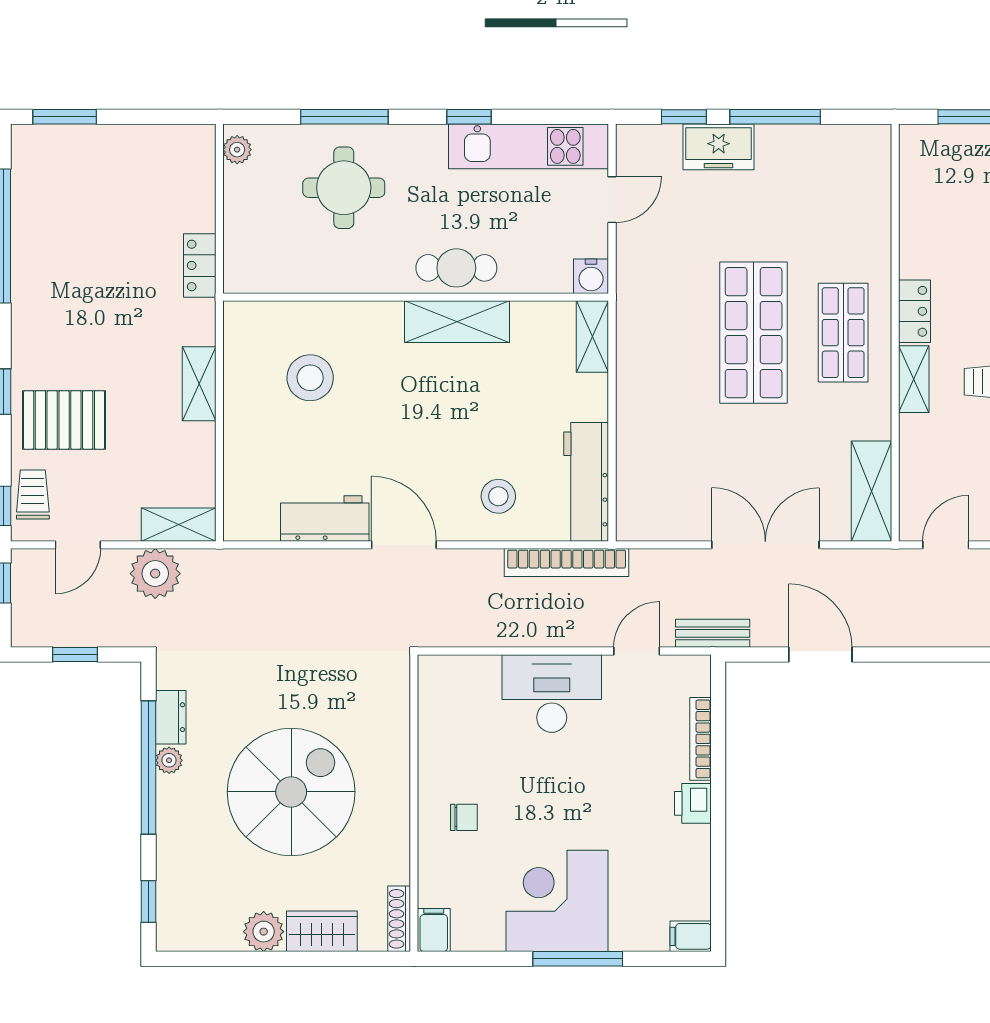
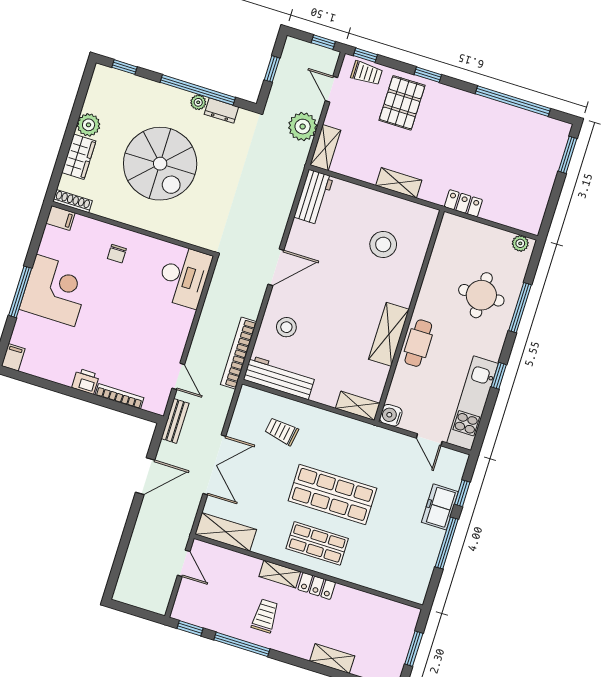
trolley: (675, 450) -> (282, 431), added
workbench: (325, 519) -> (314, 197), moved
desk: (552, 694) -> (184, 276), moved

